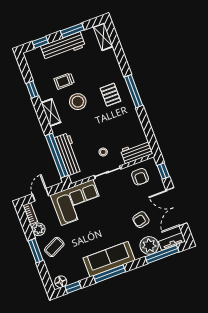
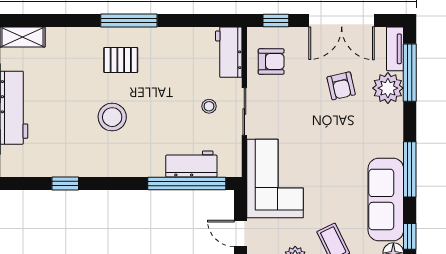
trolley: (64, 81) -> (71, 127), removed
shelving: (51, 113) -> (114, 167), removed
workbench: (68, 154) -> (191, 164), width x0.73
sofa: (109, 259) -> (386, 199), moved

